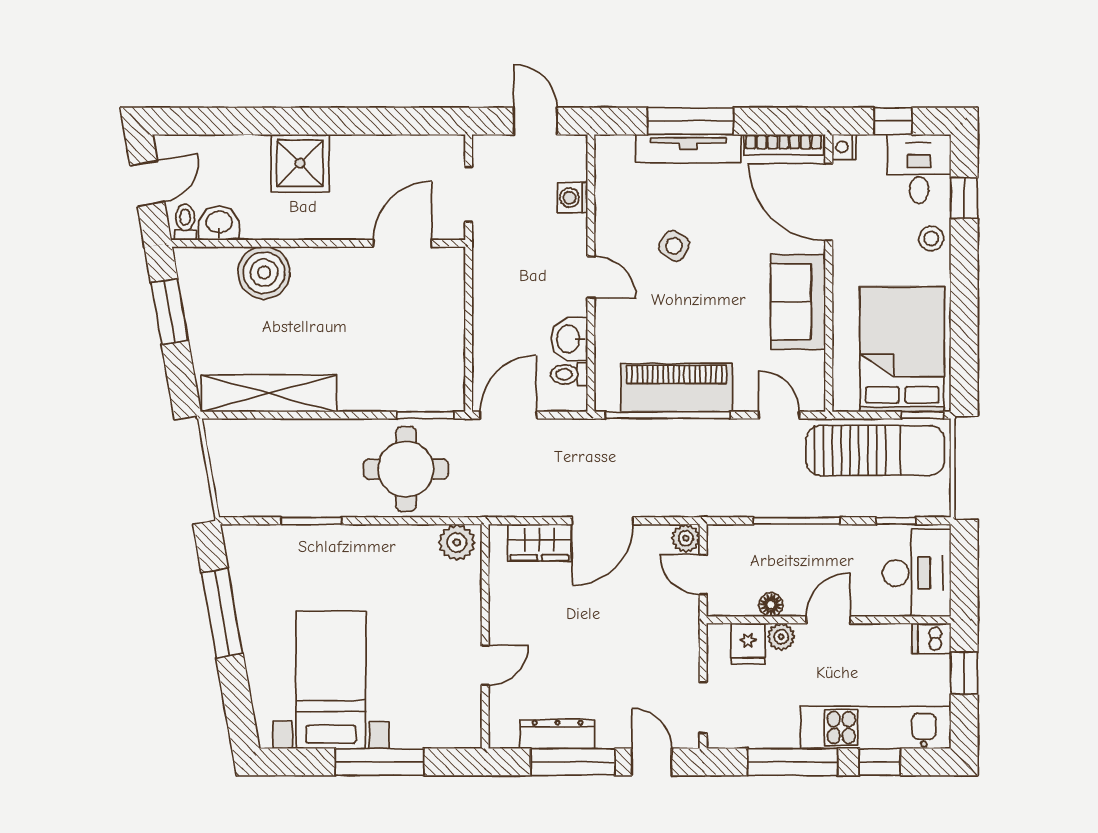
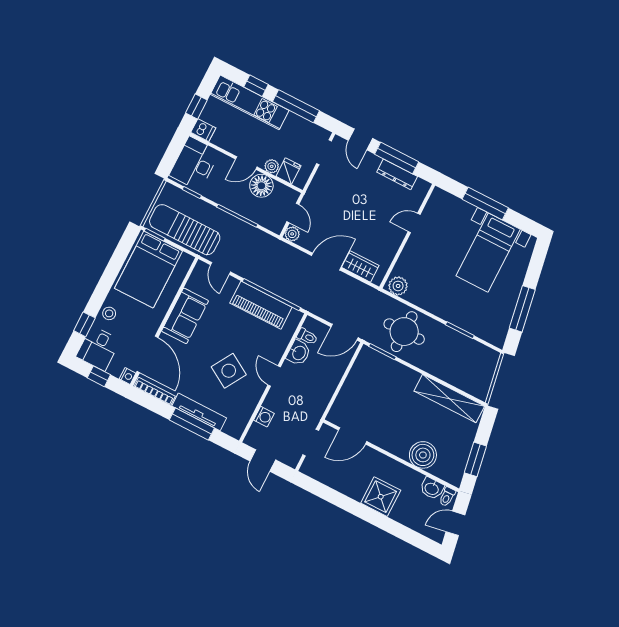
side table: (674, 246) -> (229, 371), width x1.87, depth x1.87
floor lamp: (771, 605) -> (261, 186), width x1.89, depth x1.89

